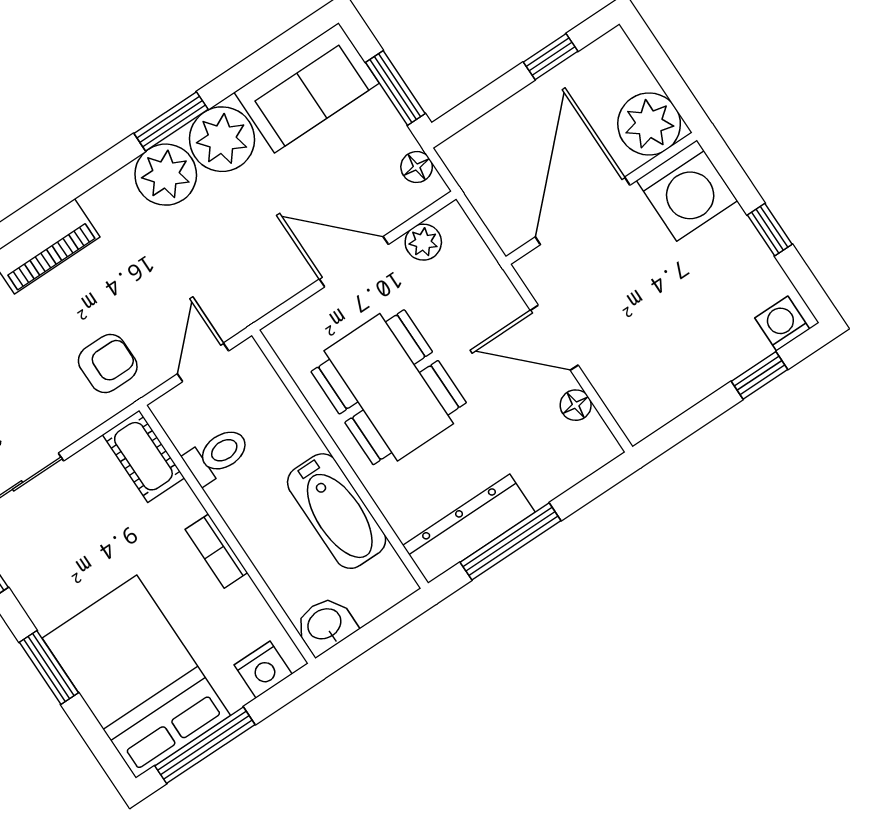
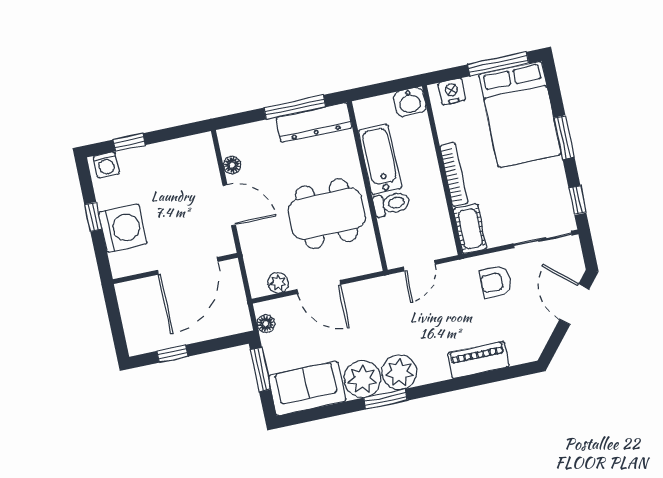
plant: (649, 124) -> (135, 298), removed
washing machine: (687, 191) -> (123, 228), moved, turned 90
armchair: (108, 364) -> (496, 282), moved
dining table: (389, 387) -> (327, 214), turned 90
toilet: (217, 455) -> (392, 204), moved, turned 180
bookcase: (216, 551) -> (454, 175), width x1.56

